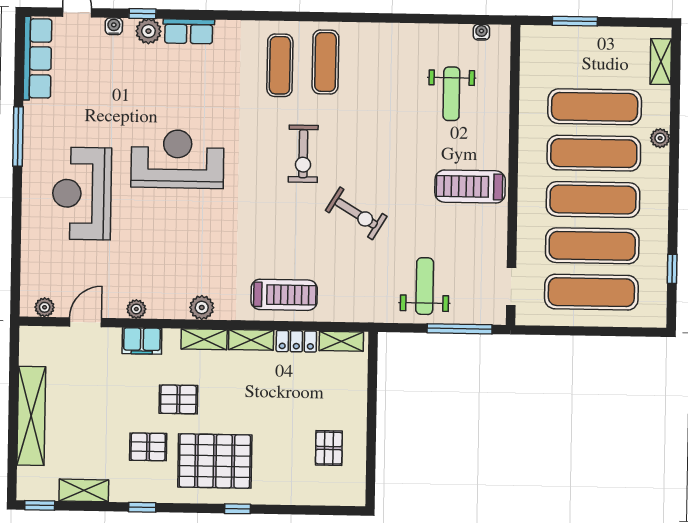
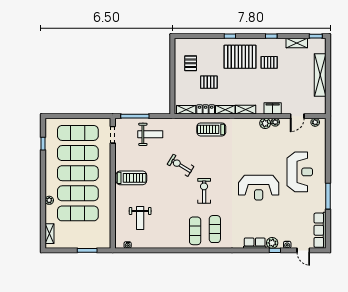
weight bench: (451, 94) -> (140, 218), turned 180
weight bench: (425, 286) -> (150, 134), turned -90
plant: (202, 307) -> (265, 123), moved
pallet: (178, 399) -> (209, 82), moved

